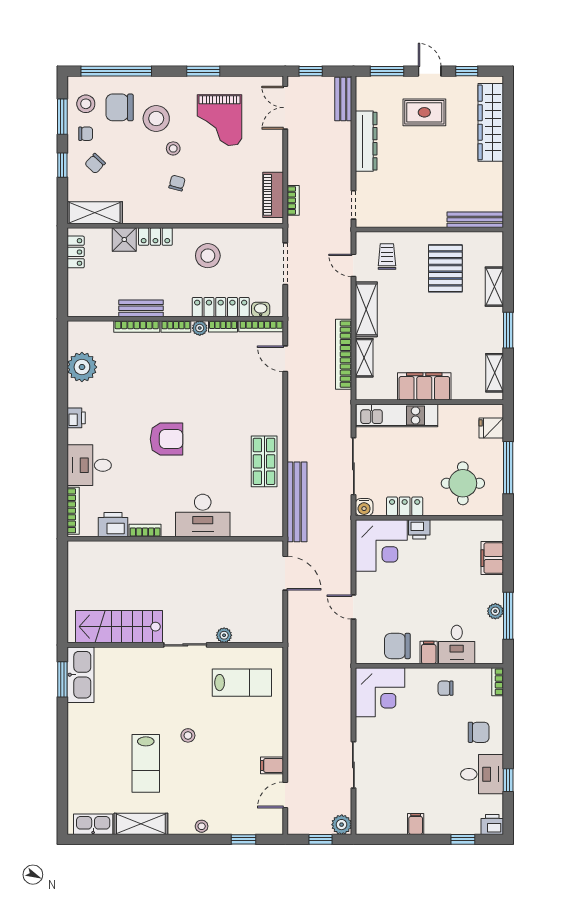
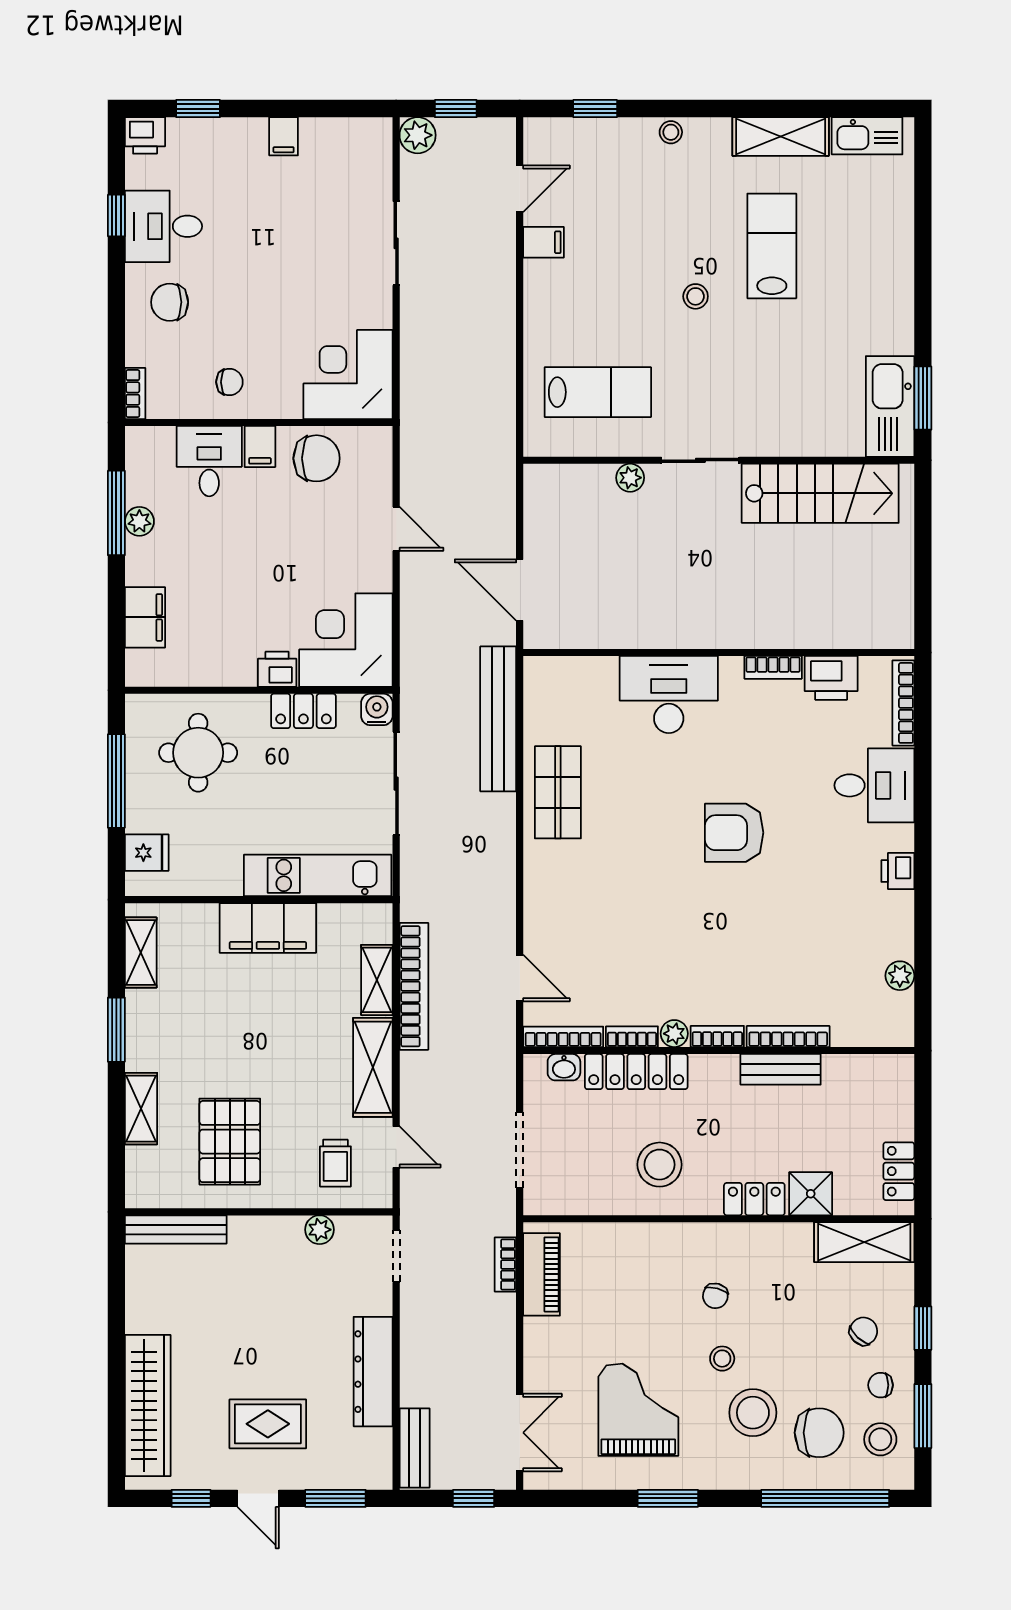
plant: (396, 220) -> (320, 1230), added
plant: (82, 367) -> (900, 976), width x0.53, depth x0.53
lab bench: (242, 683) -> (598, 392), turned 180

